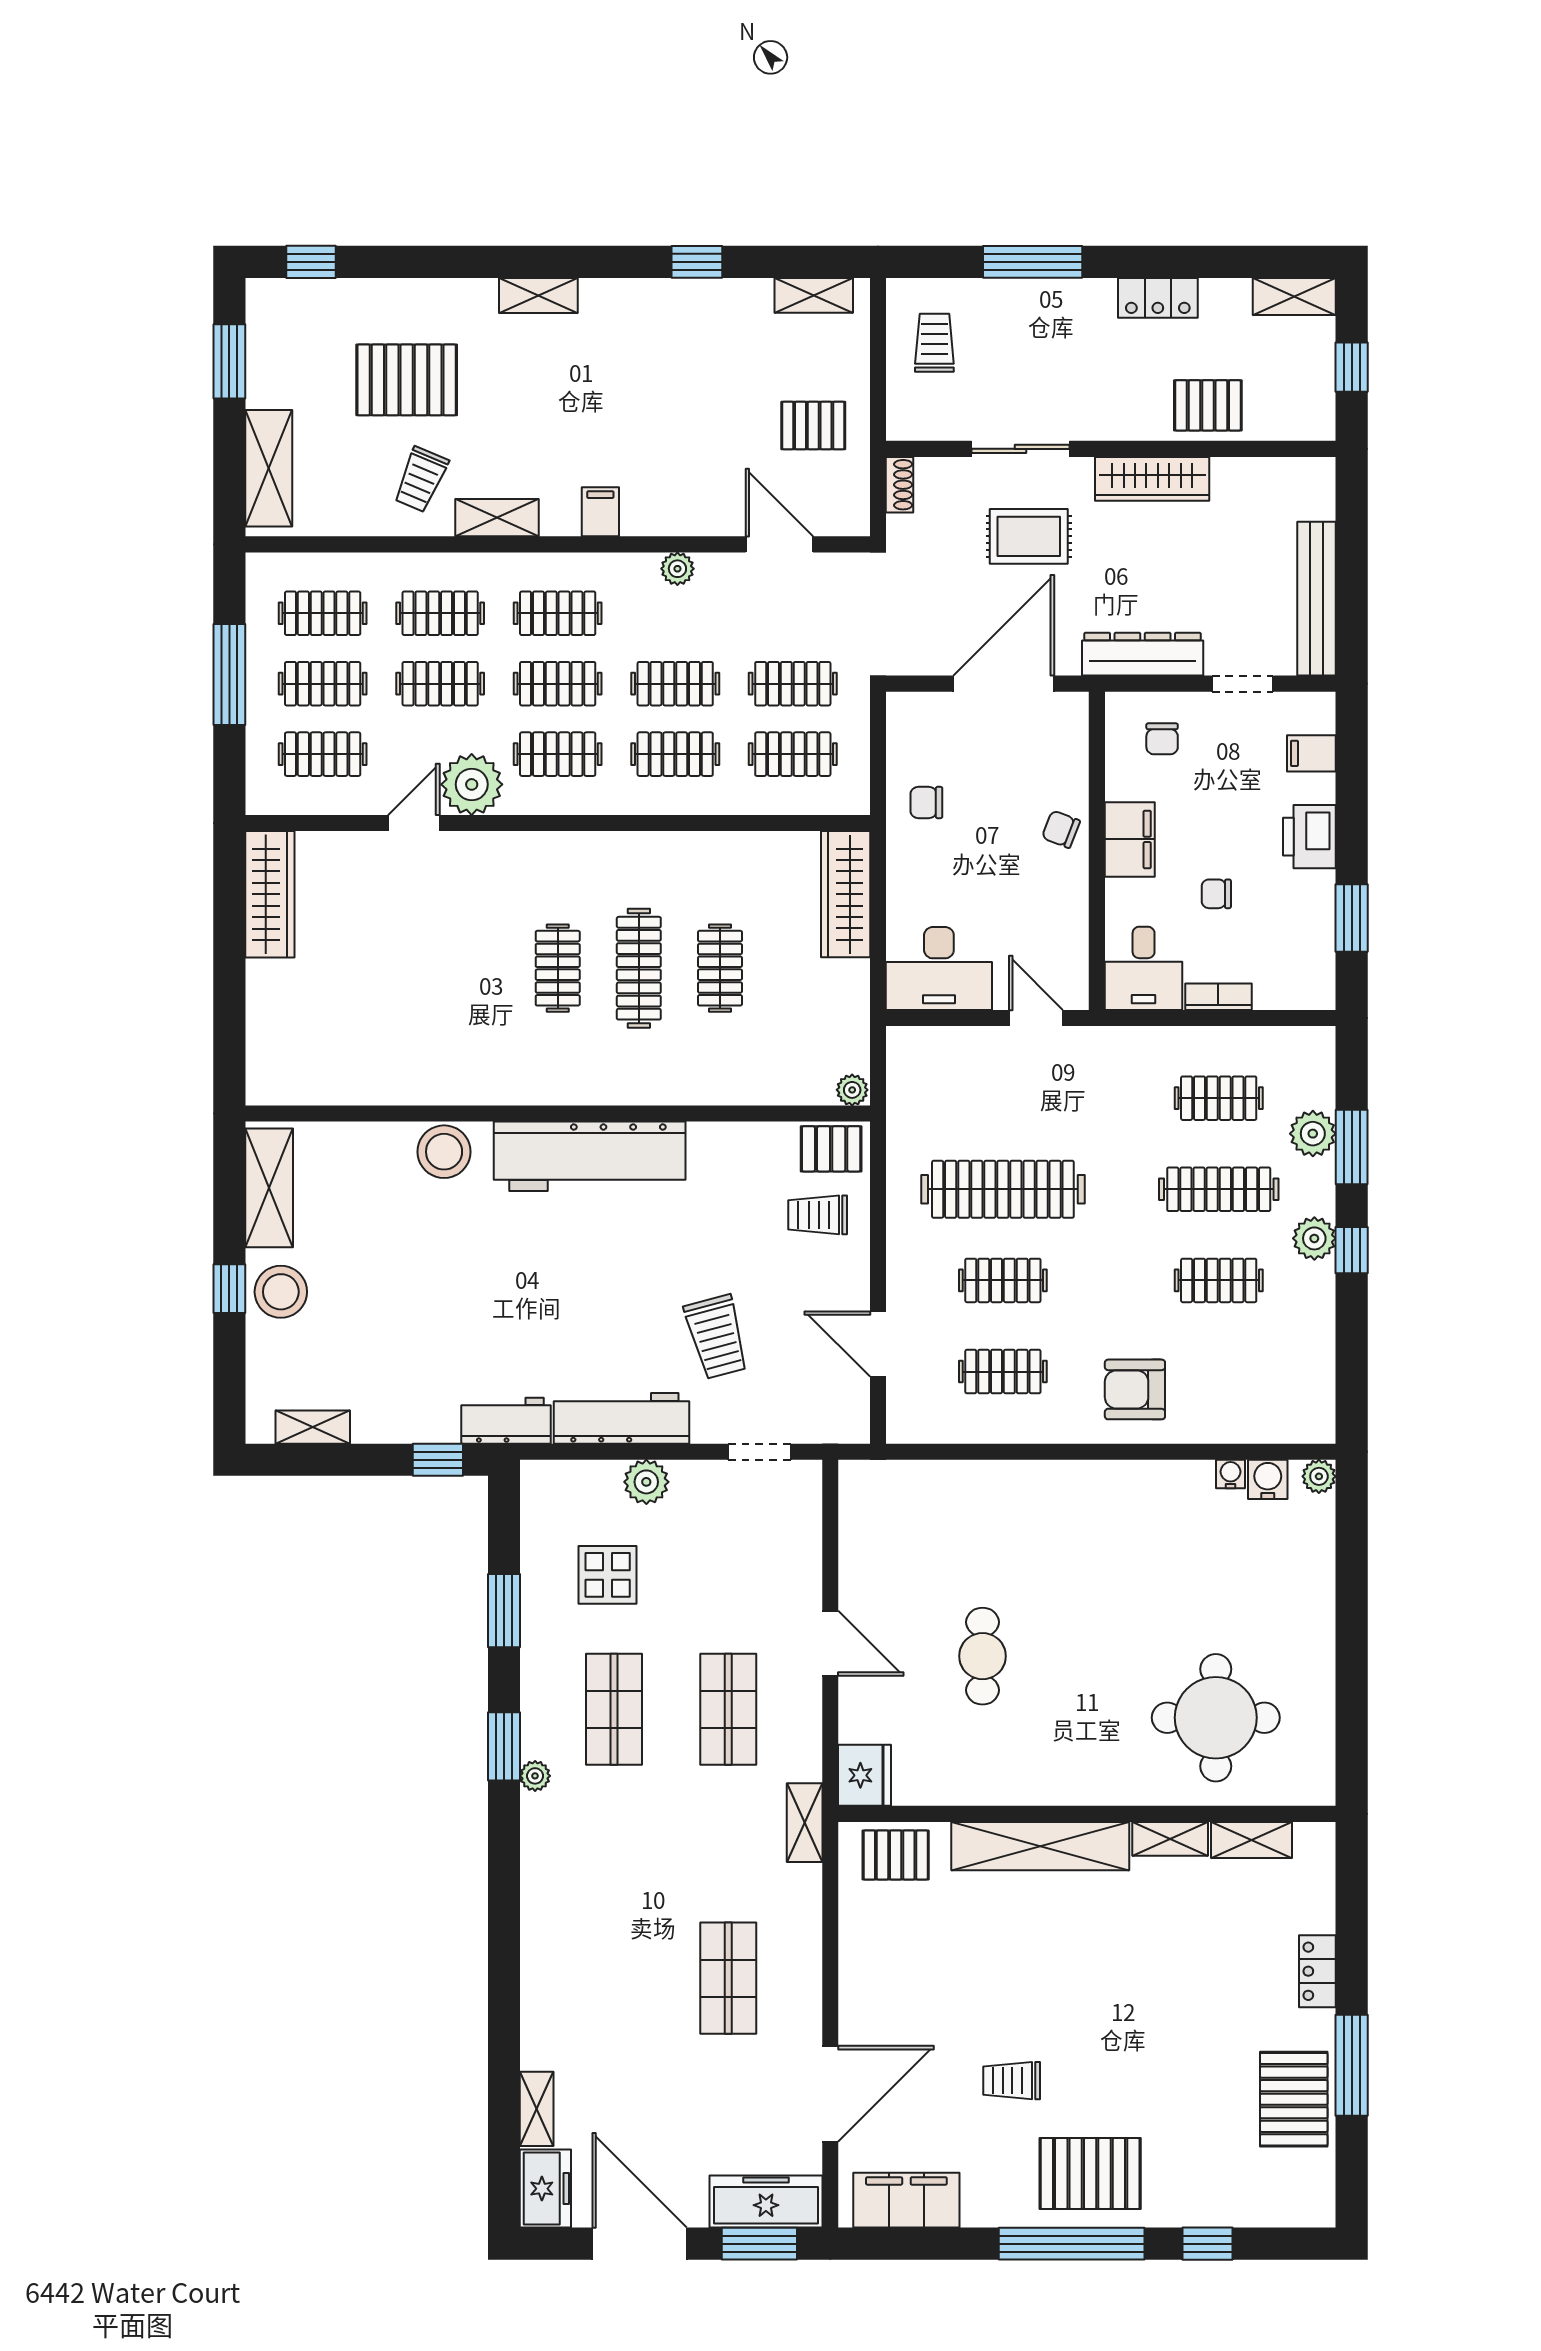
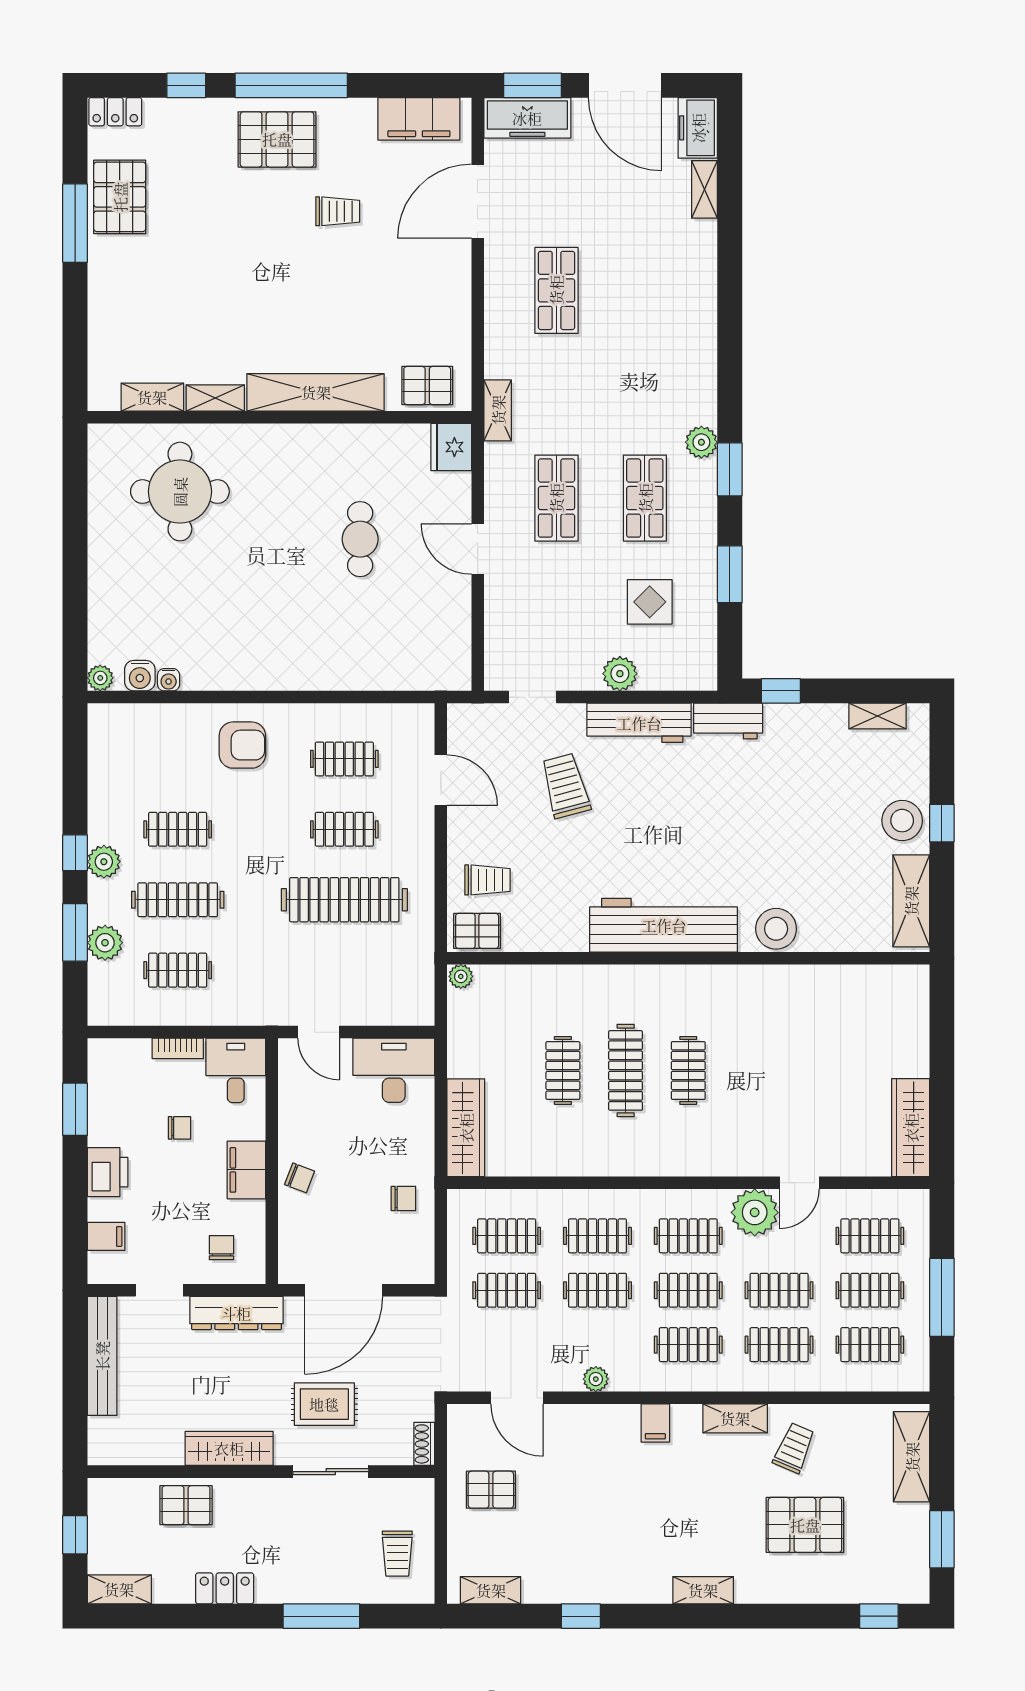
plant: (535, 1776) -> (701, 442), width x1.38, depth x1.38
locker: (1317, 1971) -> (115, 112), moved, turned 90

